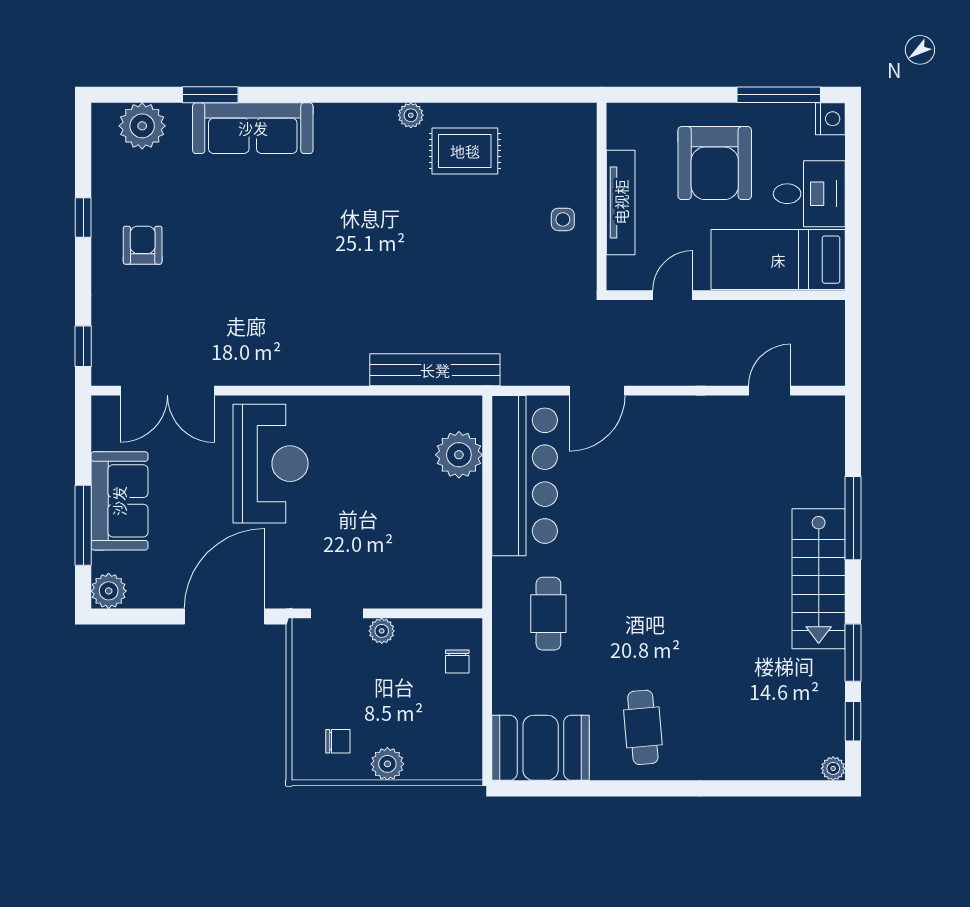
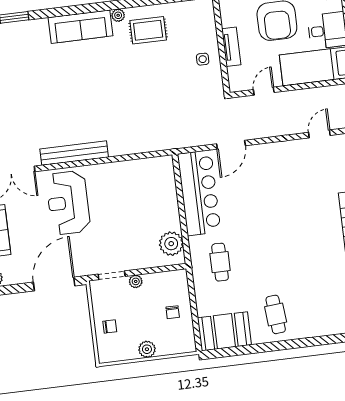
sofa: (253, 128) -> (80, 27), moved
tv unit: (621, 202) -> (231, 47), width x0.71
bench: (435, 370) -> (74, 153), moved
plant: (459, 455) -> (171, 244), moved
reception desk: (271, 464) -> (68, 203), turned 180
chair: (457, 661) -> (173, 312), moved
chair: (338, 741) -> (110, 326), moved

